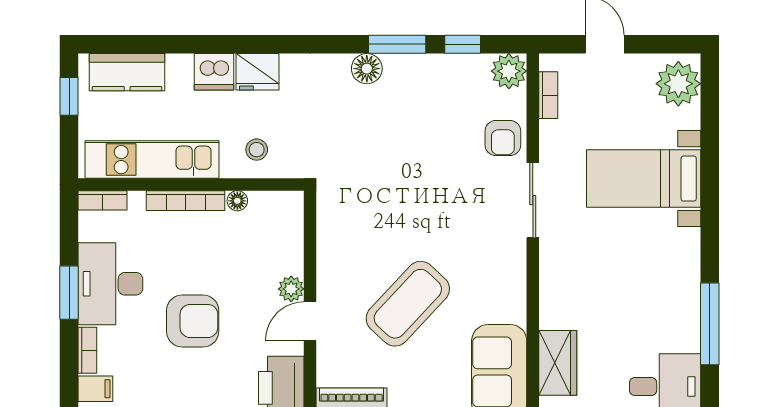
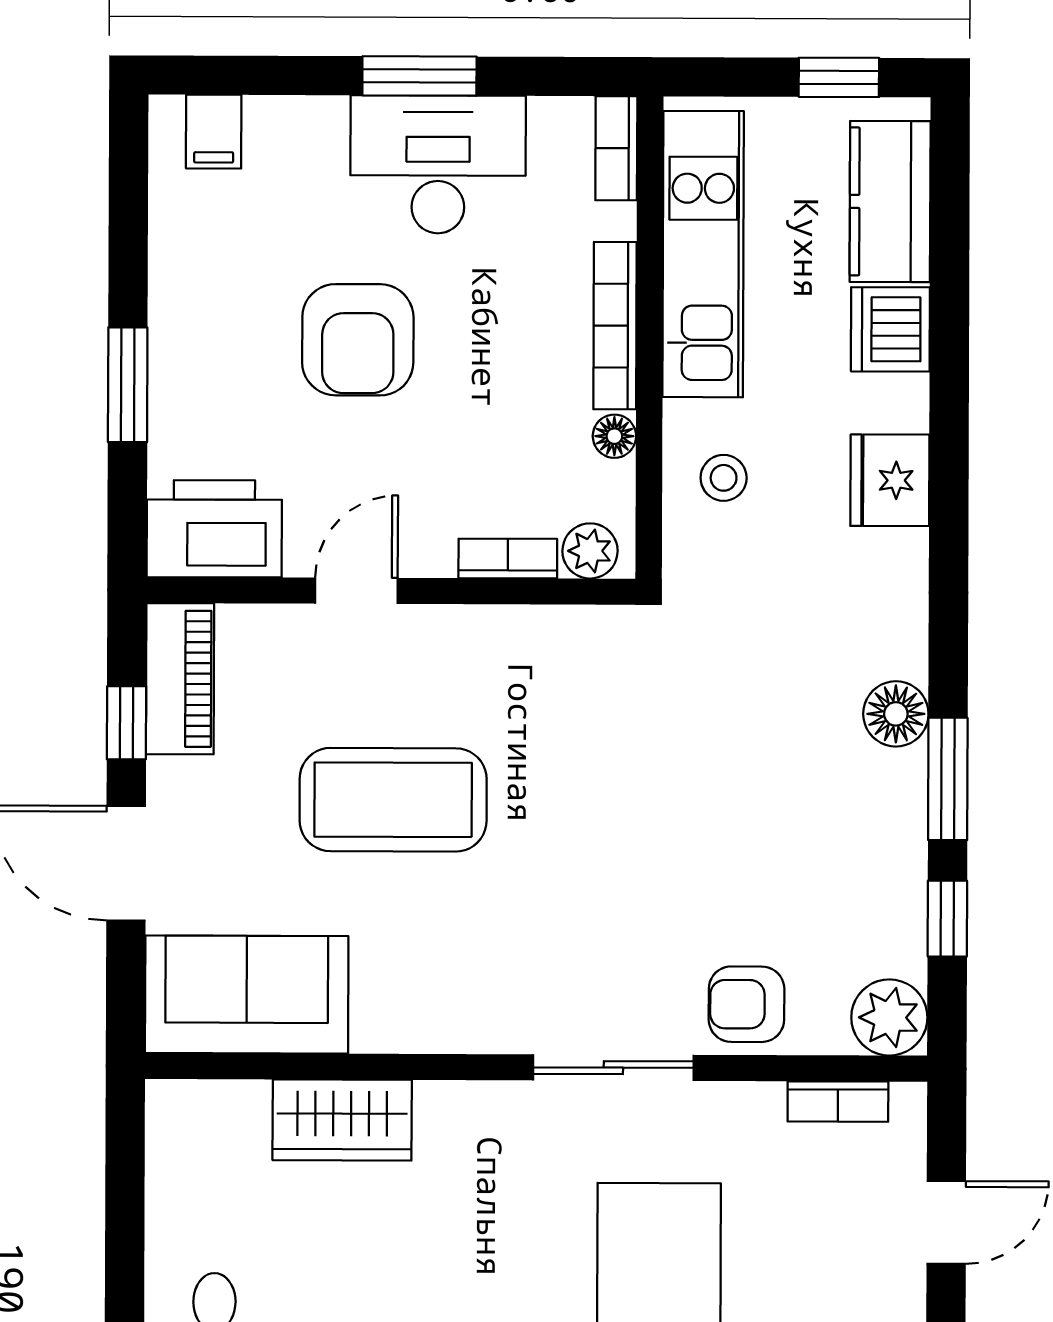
dishwasher: (214, 72) -> (890, 329), moved
plant: (291, 289) -> (590, 551), moved
coffee table: (408, 304) -> (393, 800), turned -43
door: (310, 321) -> (356, 591), hinge flipped
bookcase: (87, 350) -> (508, 559), moved, turned 180
wardrobe: (558, 363) -> (342, 1120), moved

